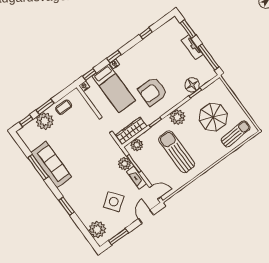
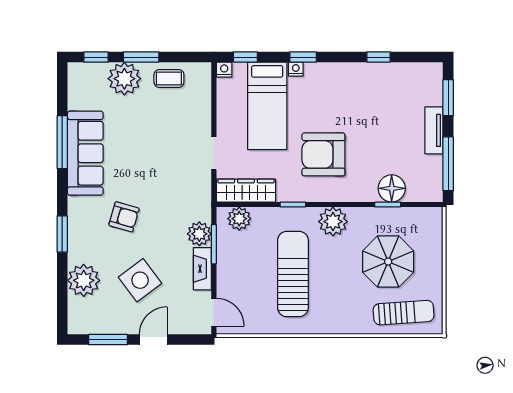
armchair: (87, 180) -> (124, 217), added
door: (146, 217) -> (153, 340), moved
plant: (97, 229) -> (84, 280), moved

